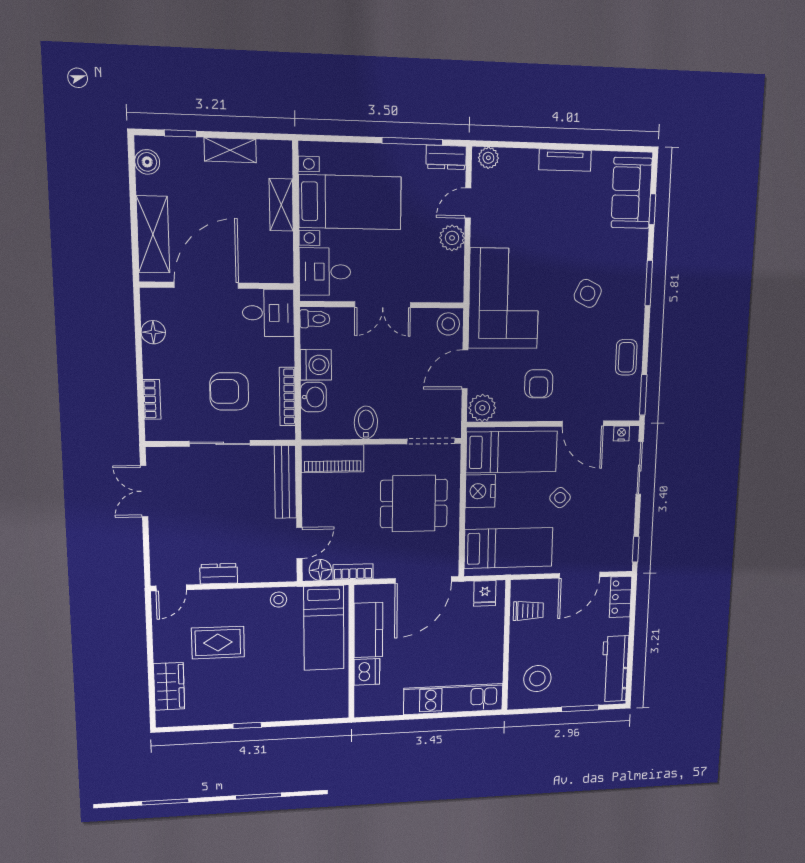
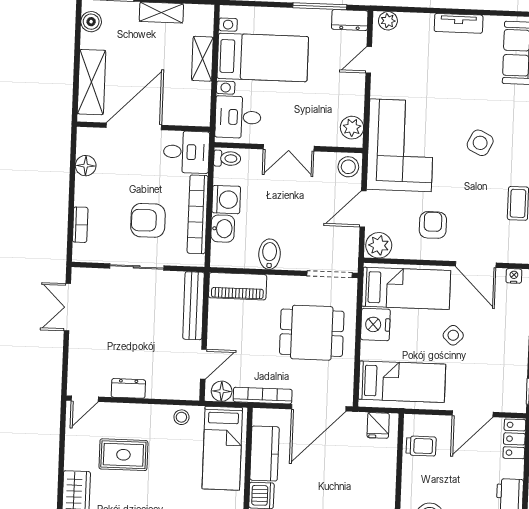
plant: (452, 238) -> (352, 128), moved
armchair: (539, 384) -> (433, 225), turned 180
bookcase: (287, 397) -> (198, 214), width x1.48, depth x1.31
bookcase: (353, 572) -> (263, 396), width x1.56

